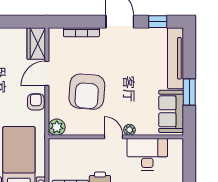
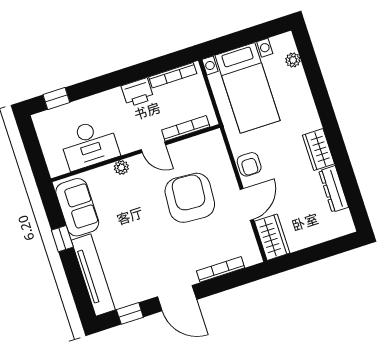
window: (189, 92) -> (62, 239), width x0.67
plant: (57, 127) -> (213, 141), removed
door: (113, 137) -> (153, 147), moved
bookcase: (73, 143) -> (186, 128), added

